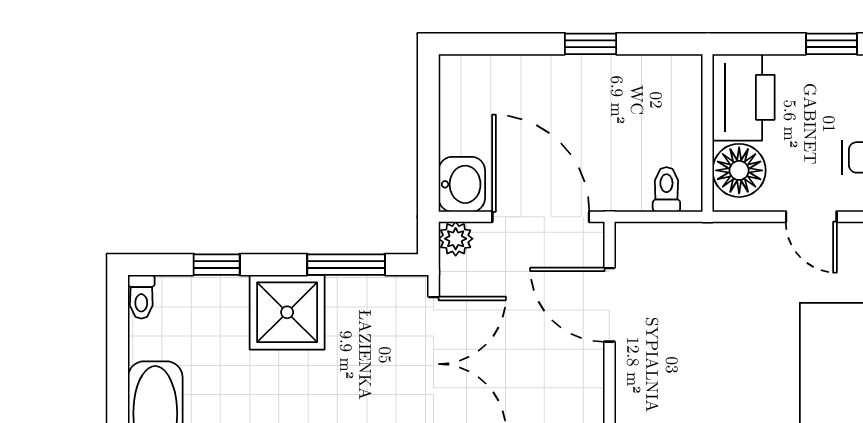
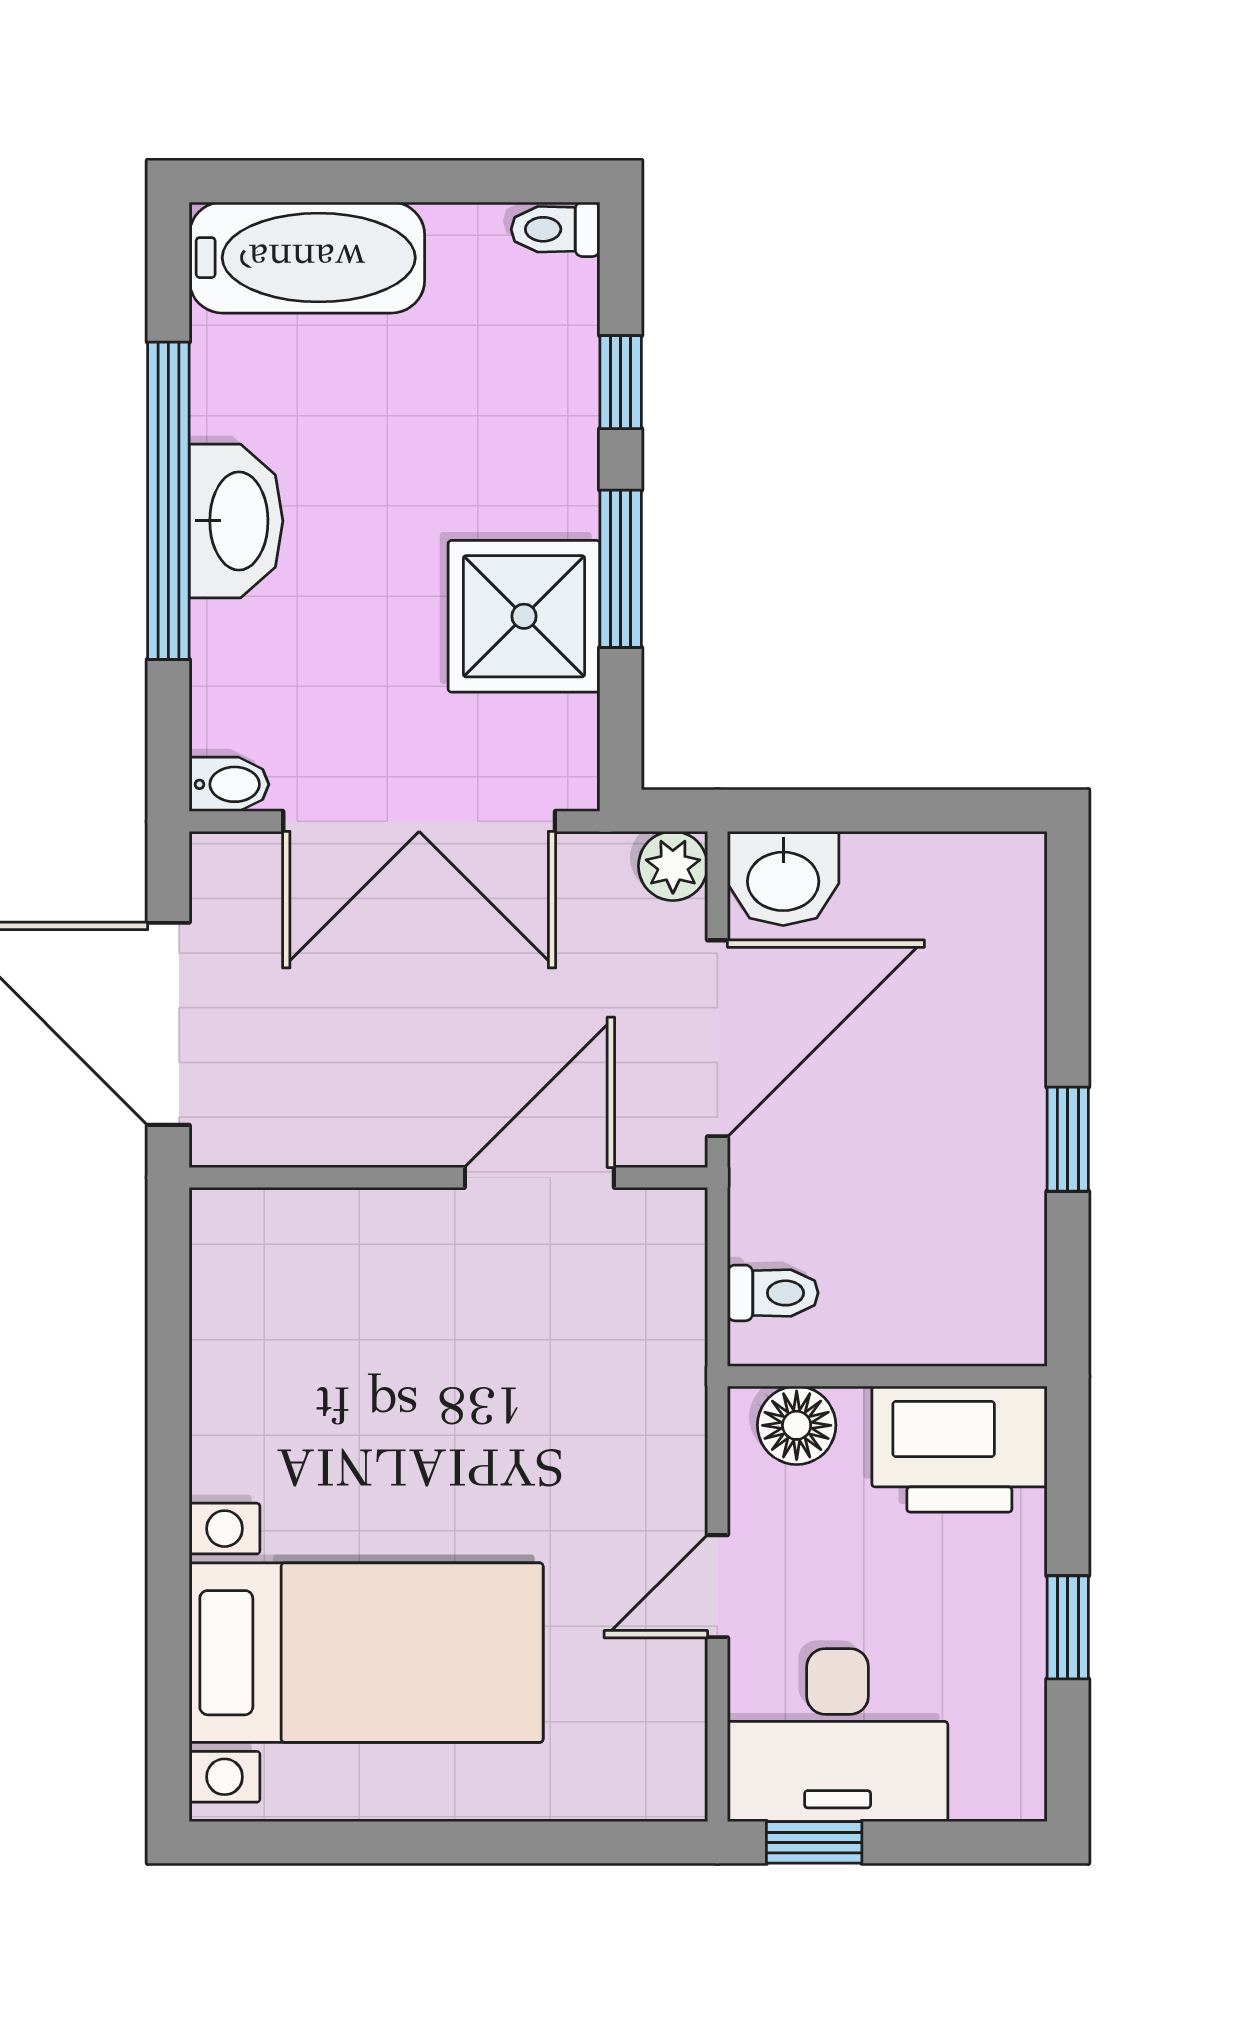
floor lamp: (739, 170) -> (797, 1425), width x0.73, depth x0.73
window: (346, 265) -> (621, 569), moved
shower: (287, 312) -> (524, 616), moved

